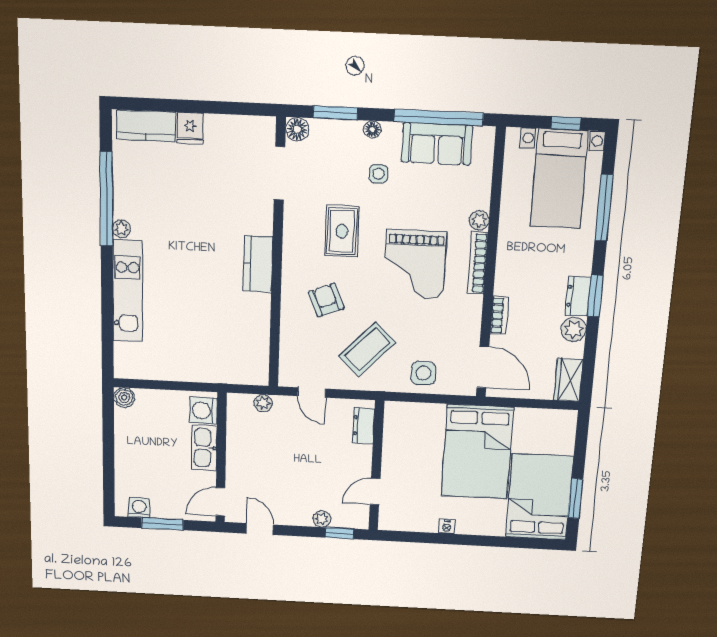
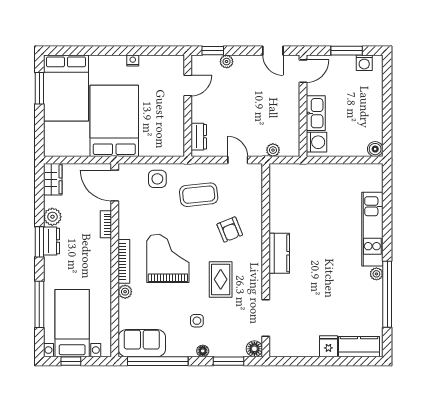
sofa: (437, 144) -> (142, 343), moved
coffee table: (367, 349) -> (199, 195), turned 40

